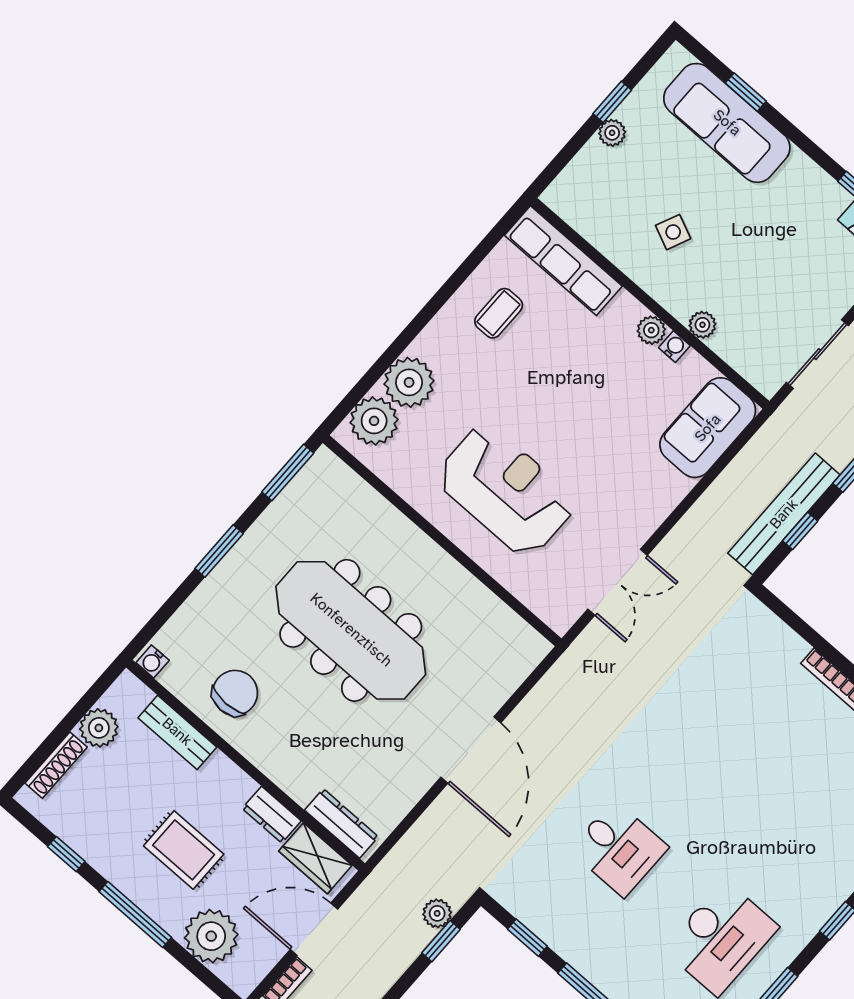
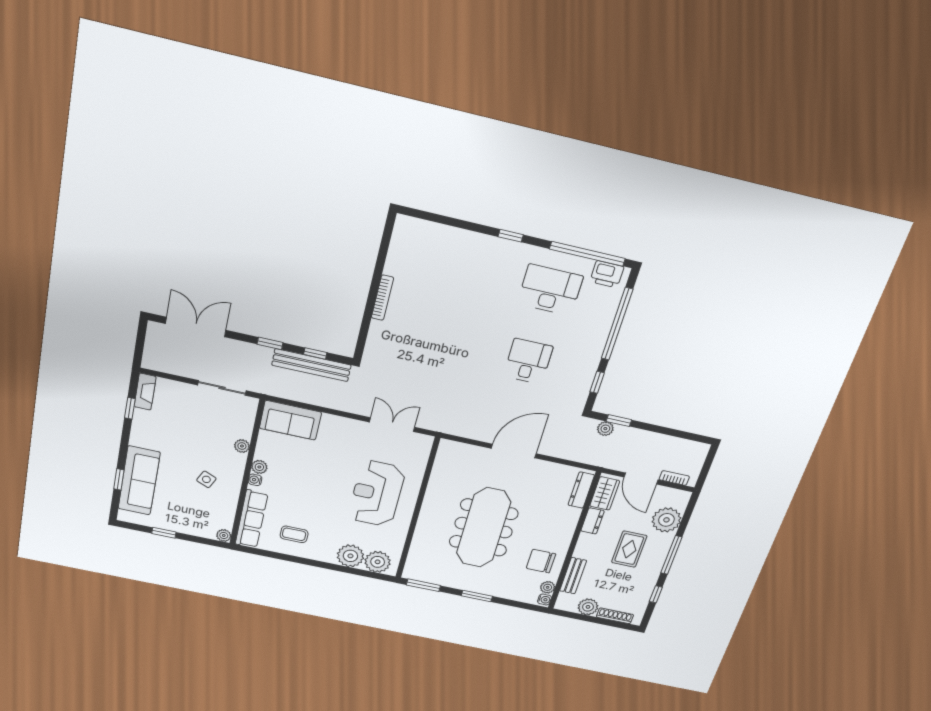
plant: (612, 133) -> (224, 535), moved
water cooler: (674, 347) -> (255, 480), moved
plant: (175, 679) -> (548, 587), added

